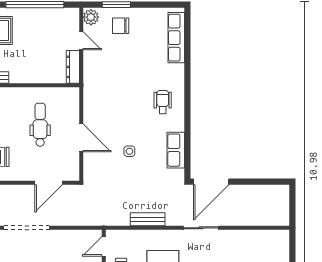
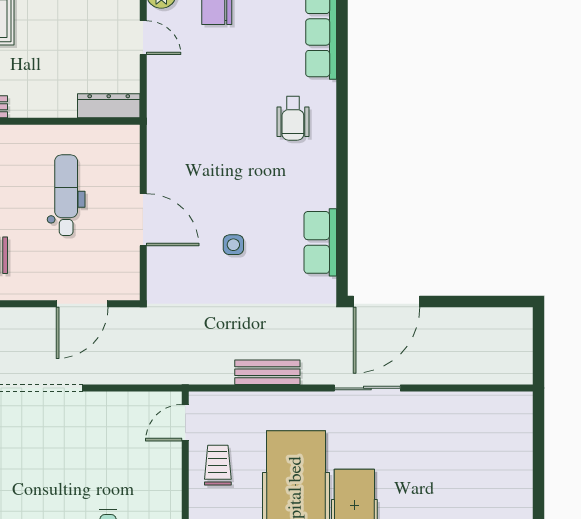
dresser: (73, 67) -> (109, 106), moved, turned 90
wheelchair: (163, 102) -> (293, 118), moved, turned 180

